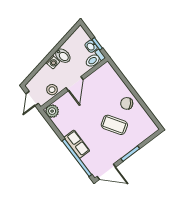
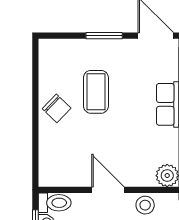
door: (75, 84) -> (108, 190), hinge flipped
coffee table: (114, 125) -> (96, 92), turned 33

